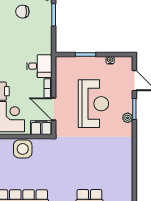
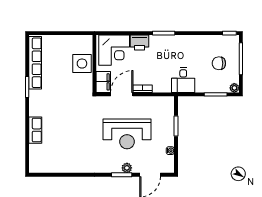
chair: (22, 12) -> (219, 63), turned -90
desk: (39, 66) -> (183, 80), moved
plant: (128, 118) -> (127, 168), moved

